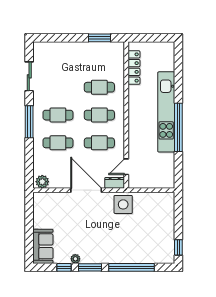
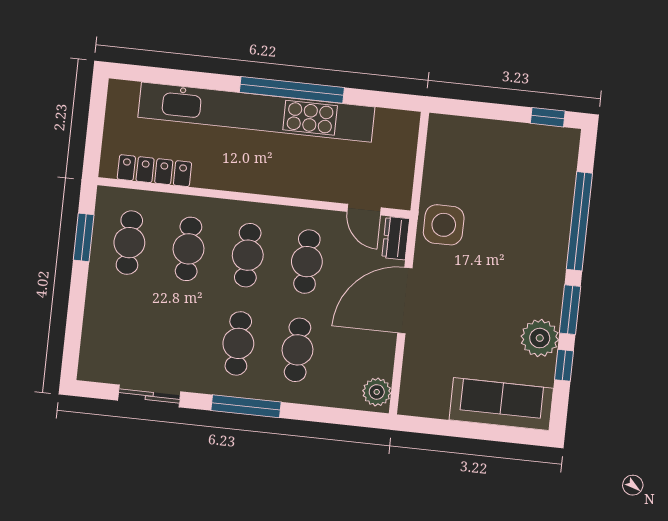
cafe table: (99, 59) -> (129, 243), added
kitchen unit: (166, 112) -> (256, 112), width x1.36
sofa: (43, 246) -> (501, 404), width x1.36
plant: (75, 259) -> (540, 338), width x1.88, depth x1.88

